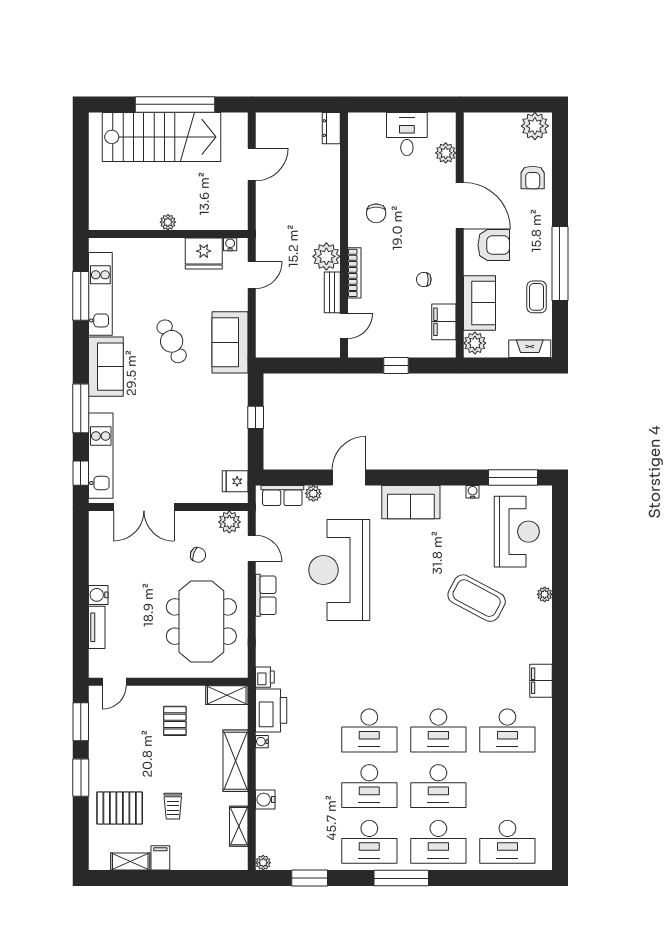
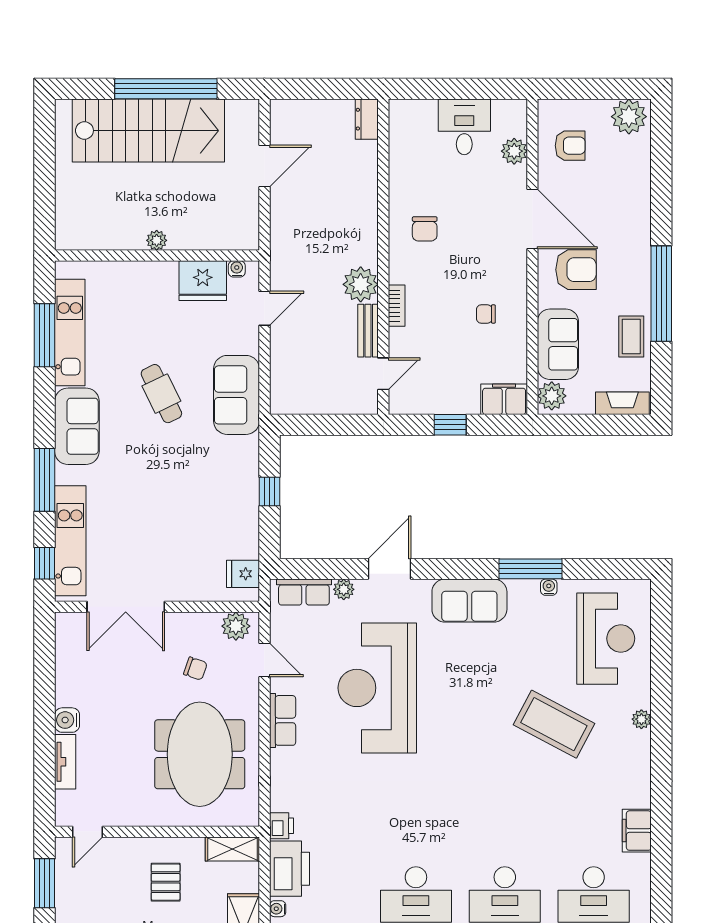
armchair: (533, 177) -> (570, 146), moved, turned -90
bookcase: (354, 273) -> (397, 306), width x0.64
filing cabinet: (444, 322) -> (504, 399), moved, turned 90
window: (513, 477) -> (531, 569), moved

